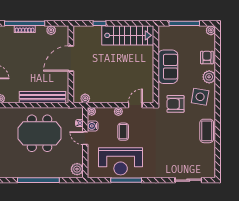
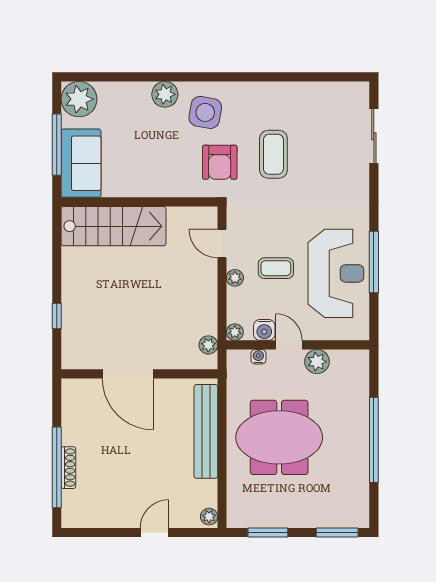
plant: (51, 30) -> (71, 414), removed
plant: (211, 30) -> (79, 99), width x1.87, depth x1.87
stairs: (128, 35) -> (114, 226), moved, turned 90
armchair: (207, 57) -> (126, 99), removed
sofa: (168, 67) -> (81, 163), moved, turned 90
coffee table: (207, 131) -> (273, 154), moved, turned 90
meeting table: (40, 133) -> (279, 437), turned 90
door: (85, 138) -> (289, 345), swing flipped
plant: (77, 169) -> (317, 362), moved

